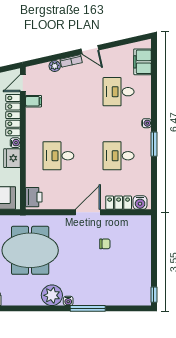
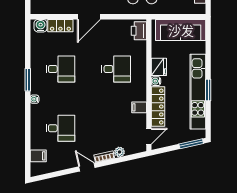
filing cabinet: (143, 62) -> (38, 156), width x0.50
filing cabinet: (34, 101) -> (139, 107), moved

